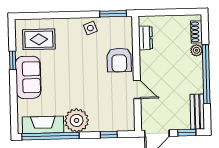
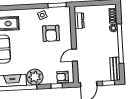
armchair: (119, 60) -> (51, 33), moved
door: (137, 89) -> (75, 55), swing flipped
armchair: (118, 121) -> (63, 77), added

